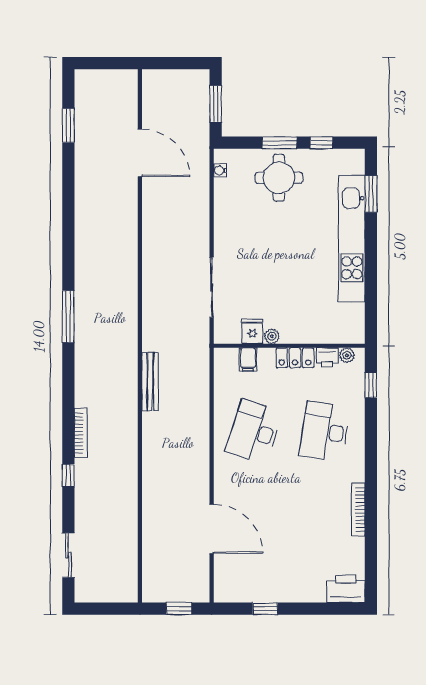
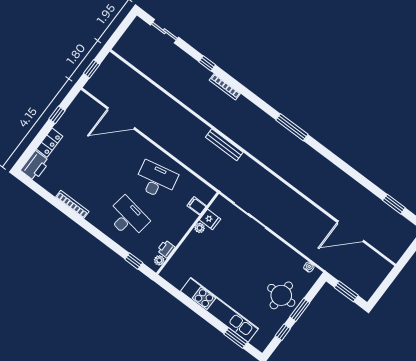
locker: (295, 358) -> (49, 143), moved, turned 180
desk: (254, 431) -> (156, 180), turned -30

